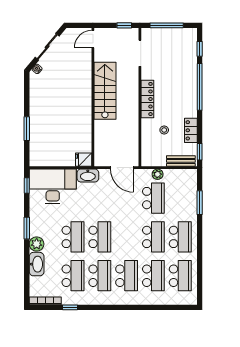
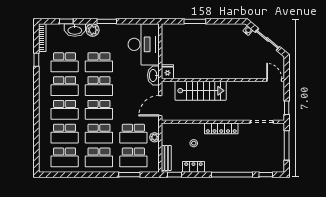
stairs: (105, 91) -> (201, 91), moved
window: (27, 185) -> (66, 21), moved
school desk: (180, 198) -> (133, 157), added
school desk: (127, 237) -> (99, 110), added

